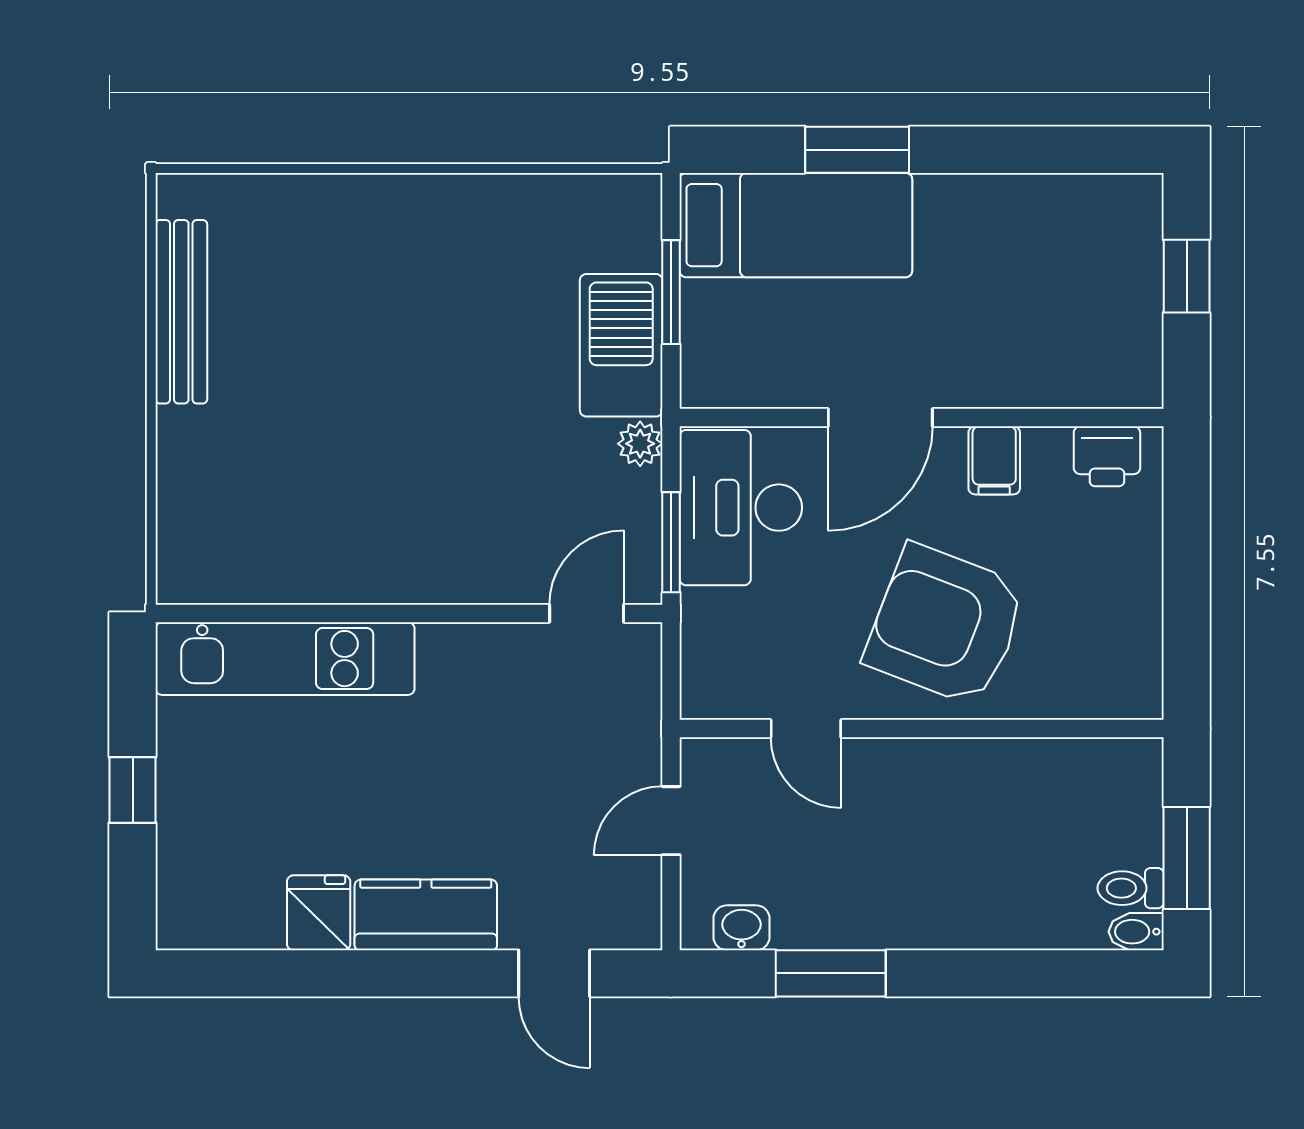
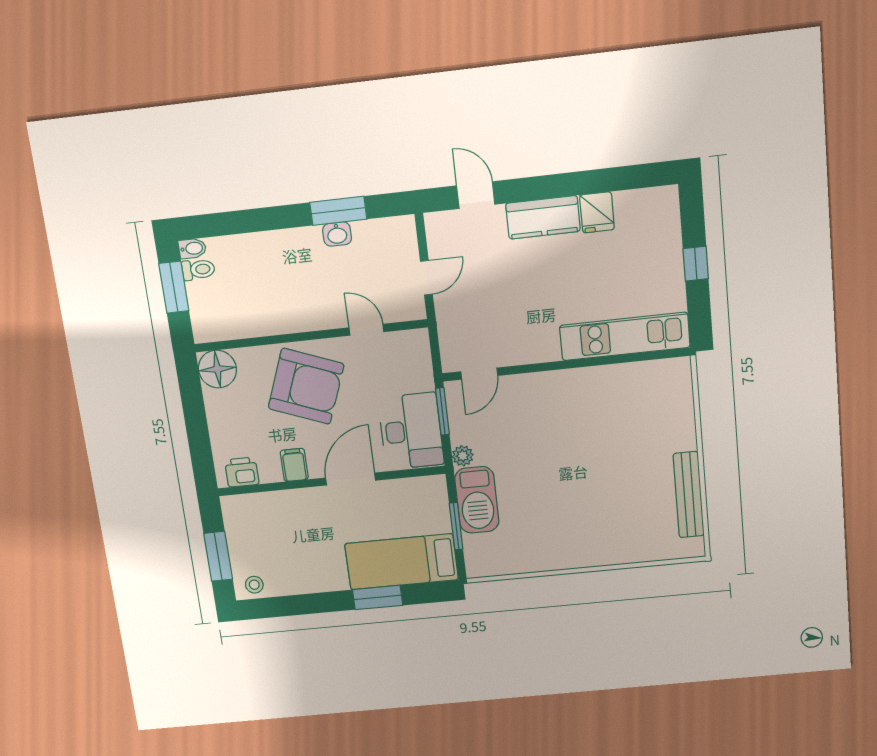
stool: (1118, 205) -> (254, 585), added
window: (1187, 276) -> (218, 556), width x1.50
floor lamp: (1124, 680) -> (217, 369), added
washbasin: (741, 928) -> (337, 234), moved

